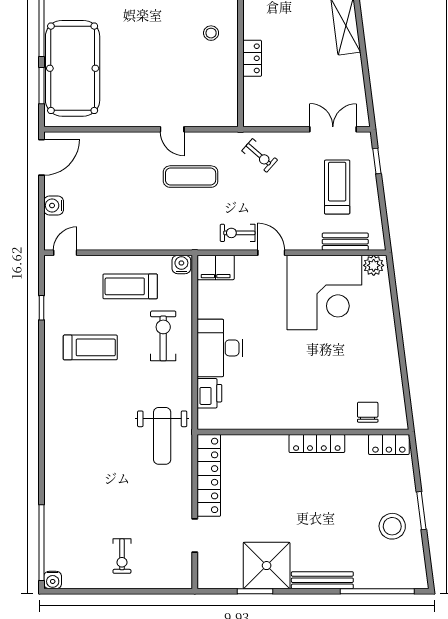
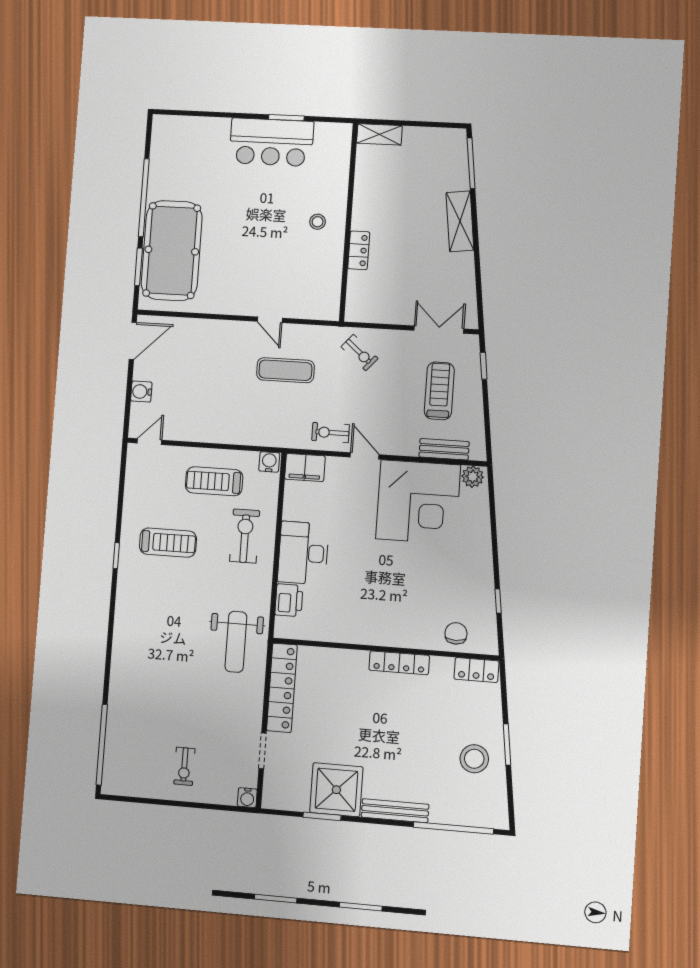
window: (41, 308) -> (116, 556), moved
window: (405, 379) -> (498, 601), added
water cooler: (53, 580) -> (247, 798), moved

